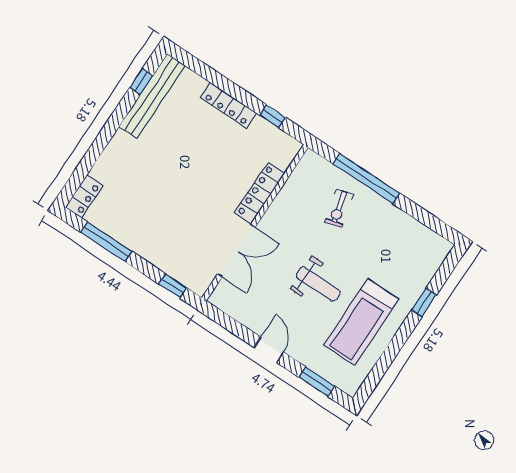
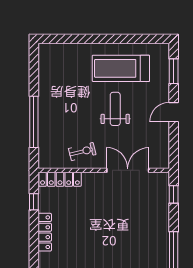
locker: (260, 193) -> (60, 179), moved
exercise bike: (339, 208) -> (82, 152), moved
window: (424, 303) -> (85, 39), removed
treadmill: (361, 322) -> (121, 68), turned 180

